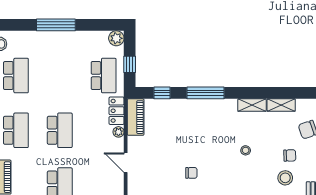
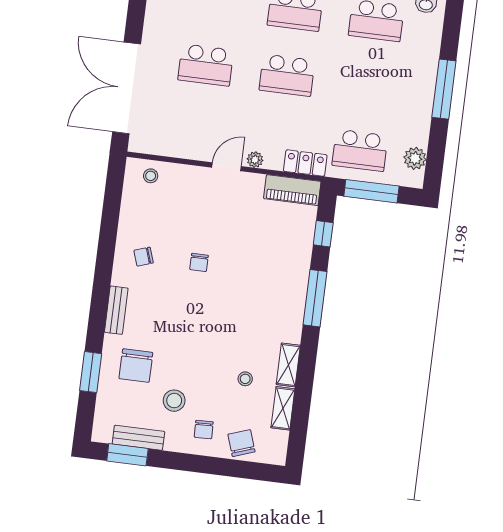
plant: (116, 38) -> (415, 158), moved
window: (130, 64) -> (371, 191), width x2.17
plant: (118, 132) -> (255, 160), moved
stool: (246, 150) -> (245, 379), moved
chair: (290, 155) -> (204, 430), moved

